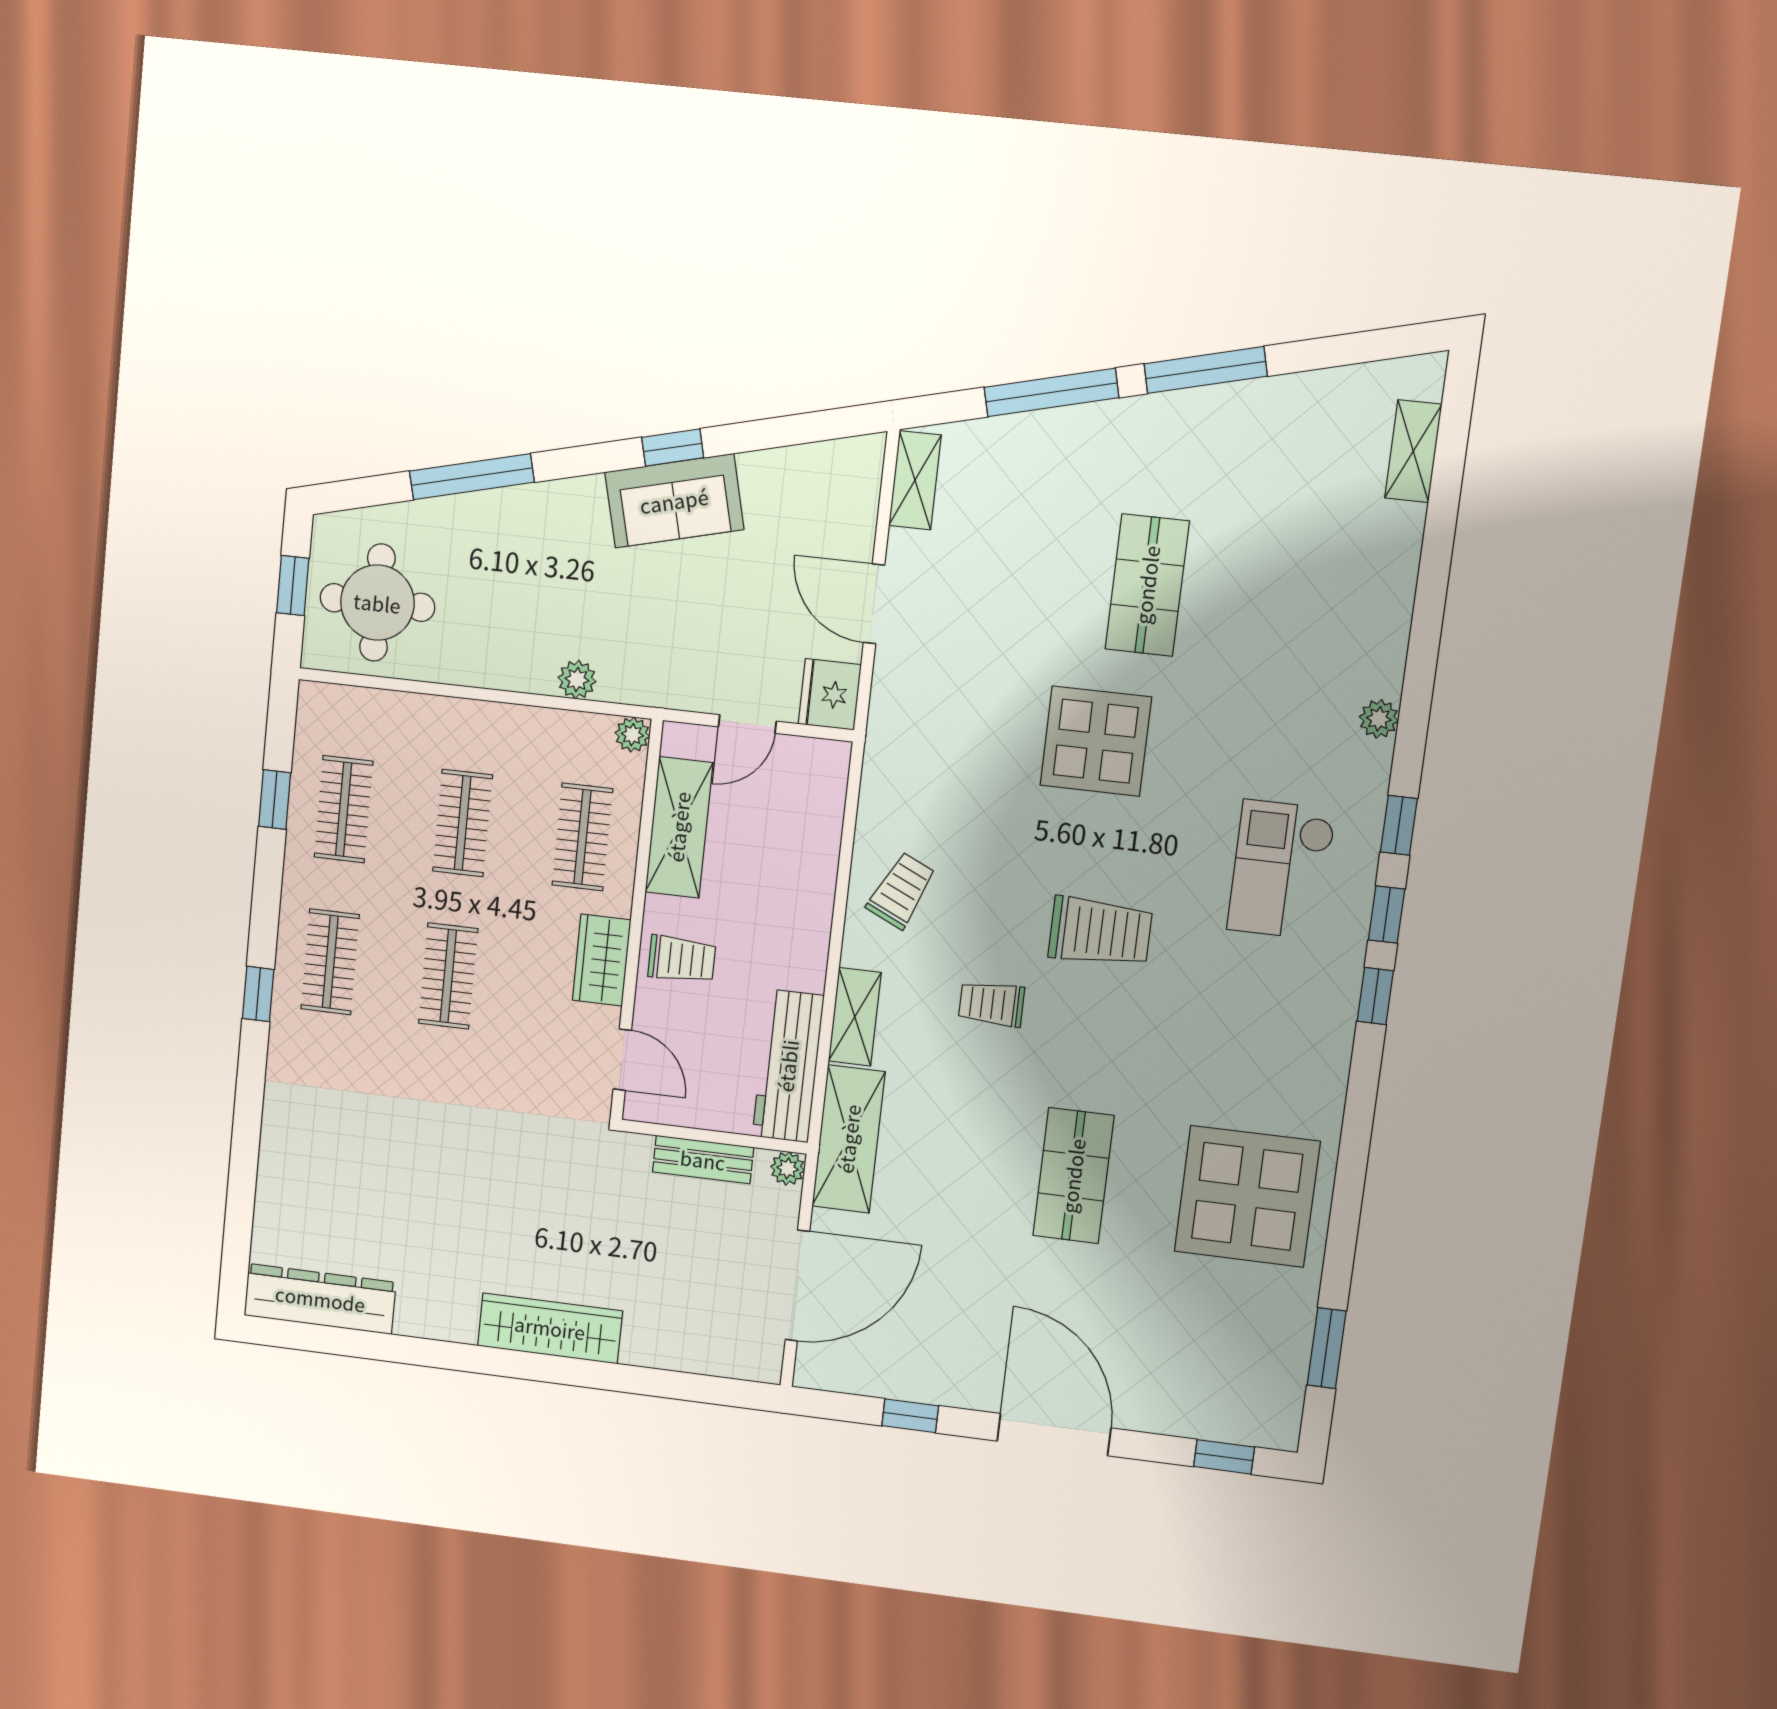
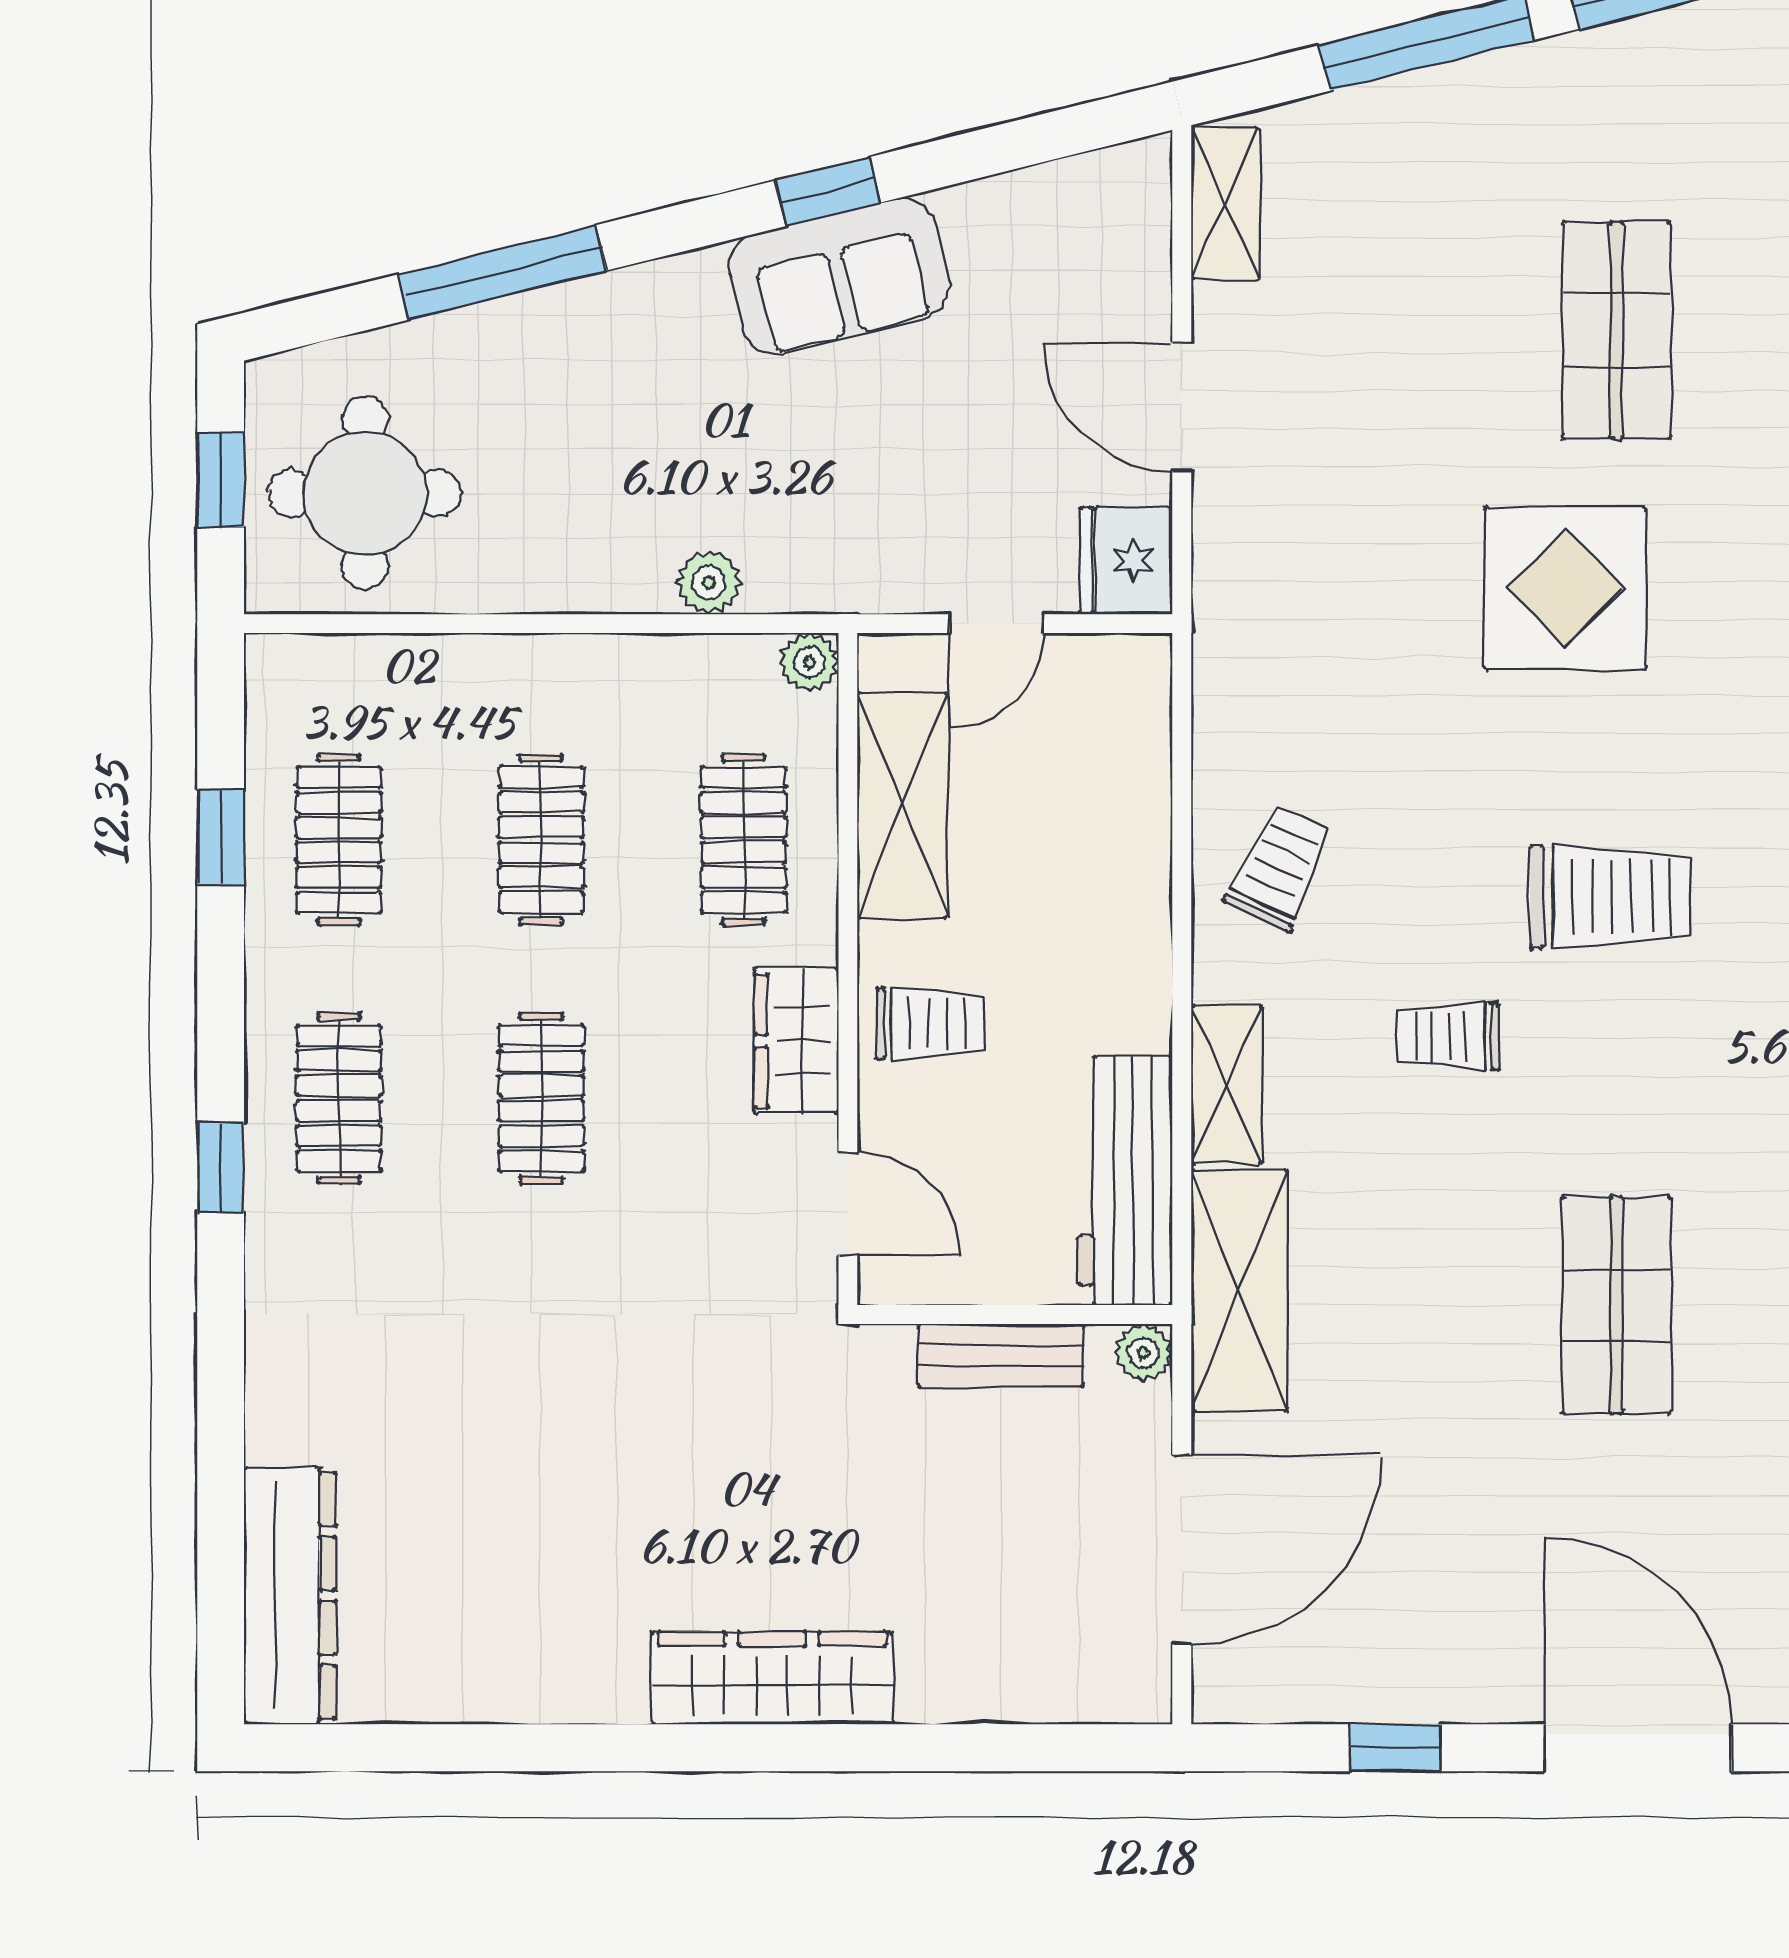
dresser: (320, 1299) -> (290, 1596), moved, turned 90

